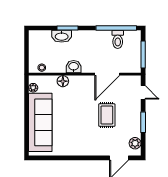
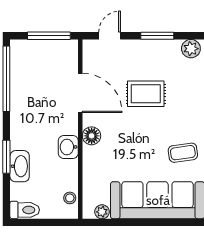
toilet: (118, 39) -> (25, 210), moved
floor lamp: (63, 81) -> (92, 136), moved
coffee table: (70, 138) -> (183, 153), added

